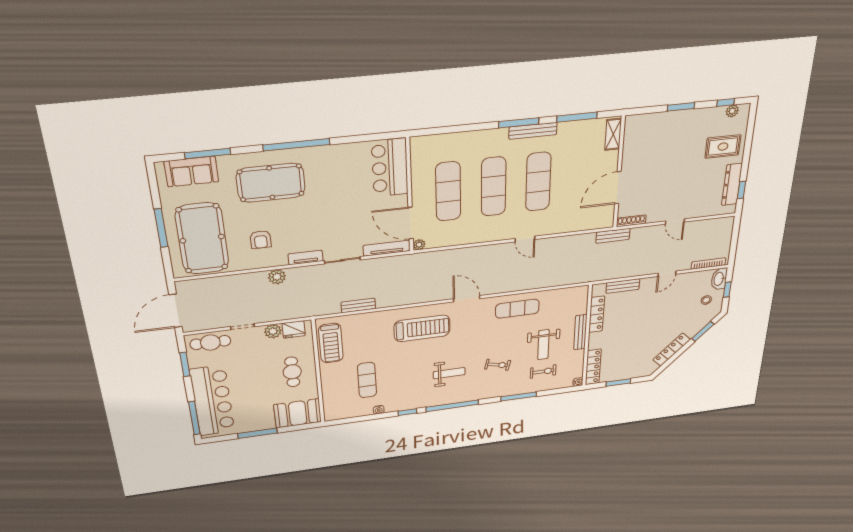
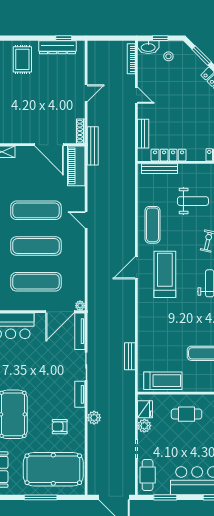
piano: (590, 221) -> (76, 166), added
bench: (613, 236) -> (93, 146), width x1.36
door: (525, 239) -> (86, 220), swing flipped
armchair: (261, 240) -> (60, 427), turned 180
treadmill: (422, 328) -> (165, 274), moved
bench: (580, 332) -> (159, 169), moved

